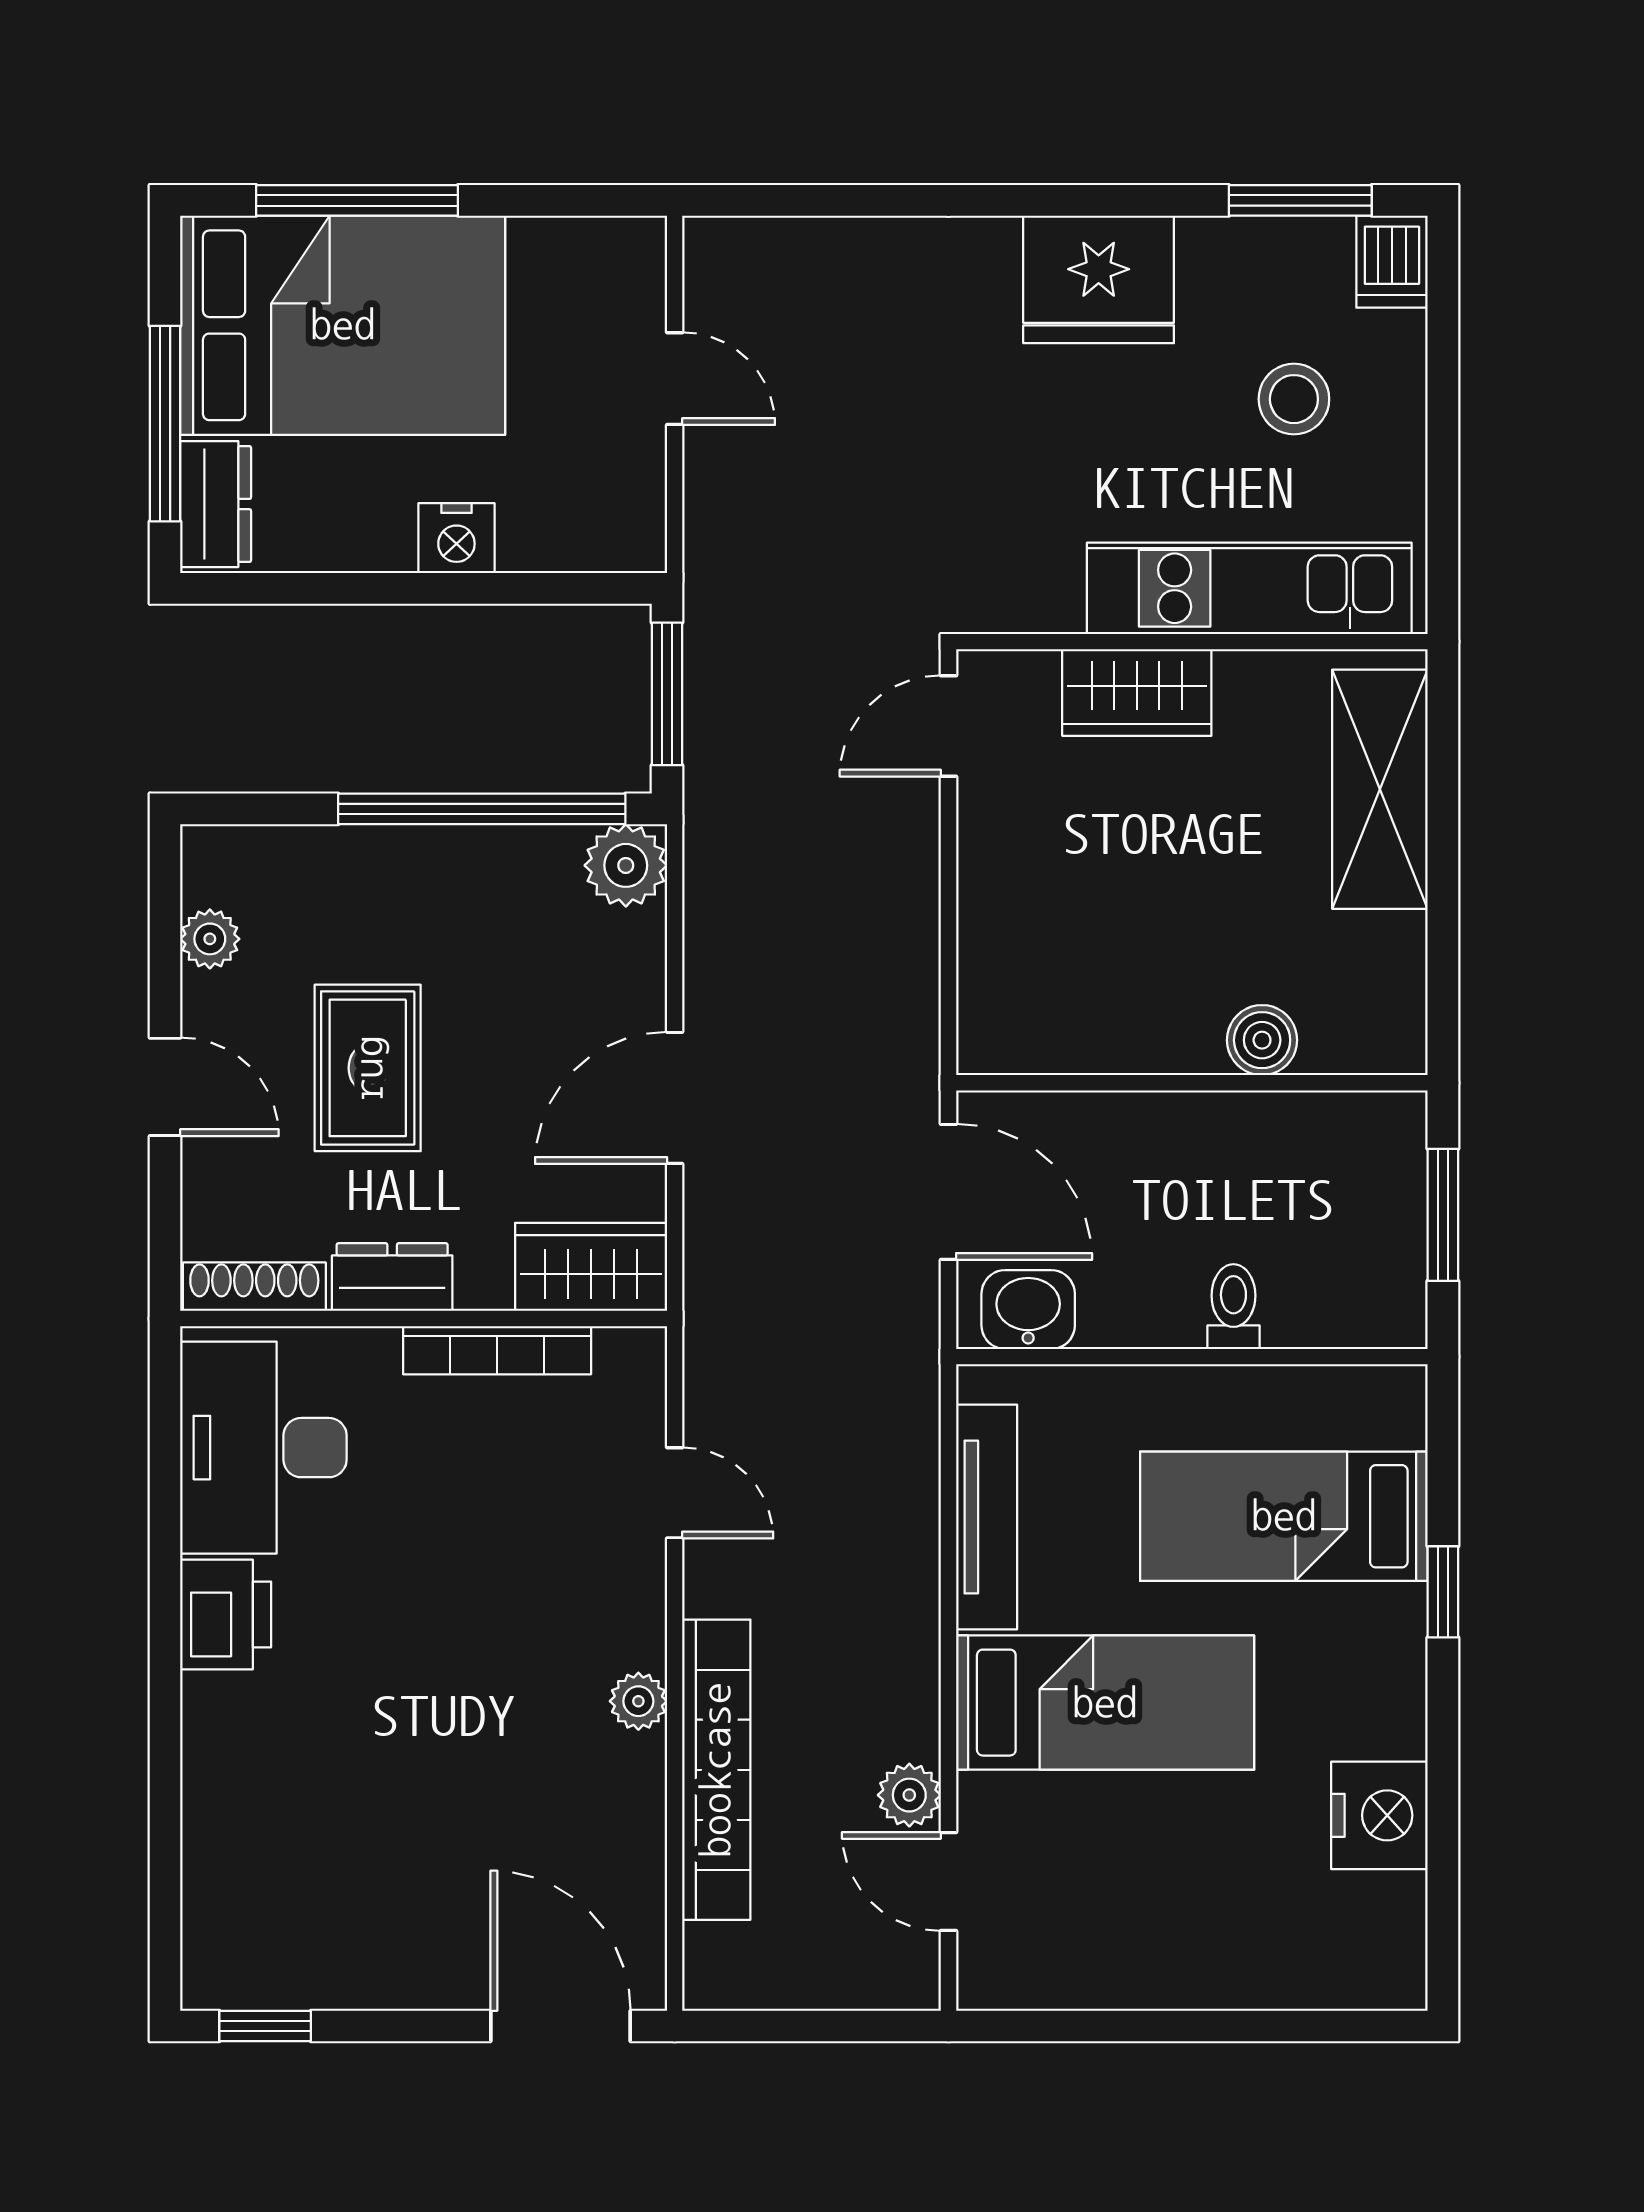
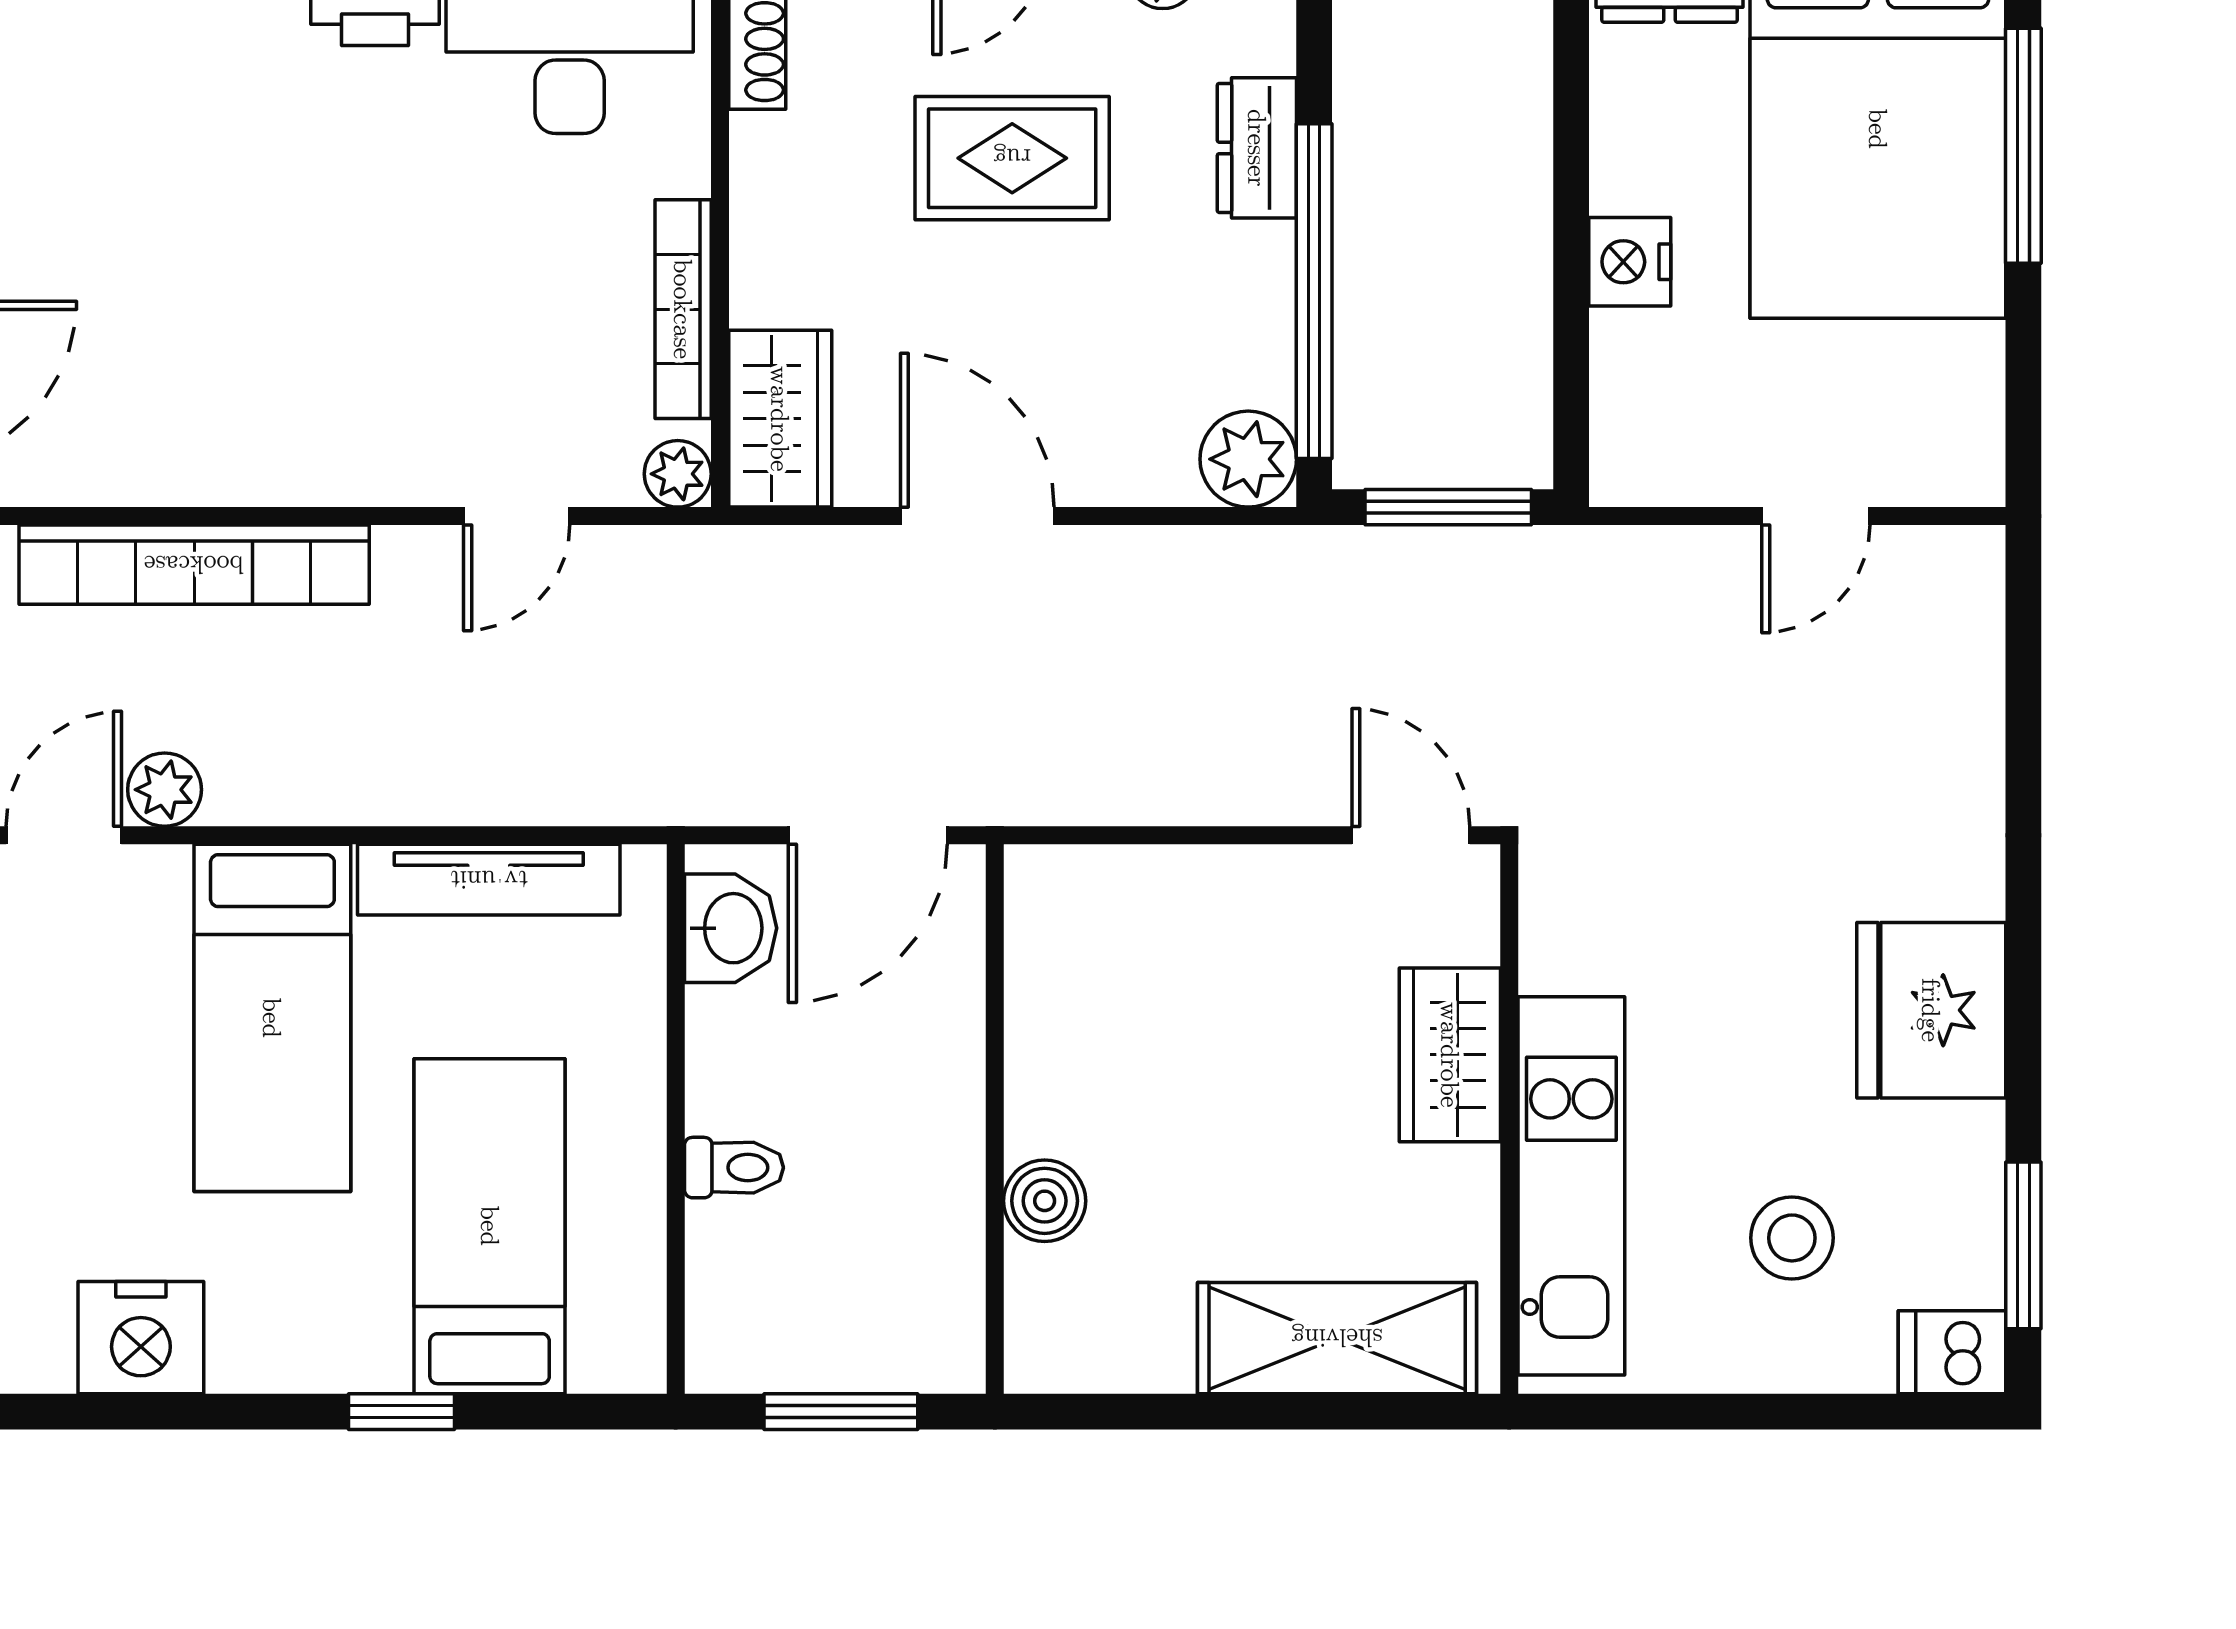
dresser: (392, 1277) -> (1257, 148), moved, turned 180
plant: (638, 1701) -> (678, 474), moved

